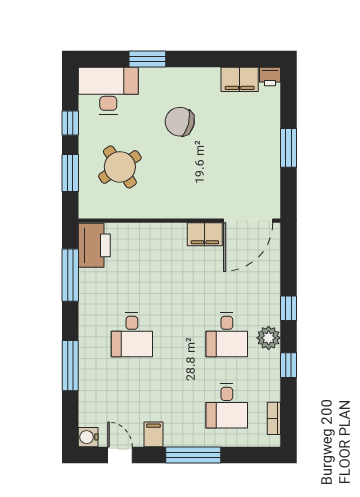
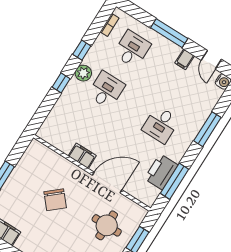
chair: (180, 122) -> (55, 200), moved, turned 34
round table: (120, 167) -> (107, 225), turned 34
door: (248, 221) -> (107, 182), moved
printer: (94, 245) -> (161, 172), moved
desk: (132, 335) -> (161, 125), turned 180

